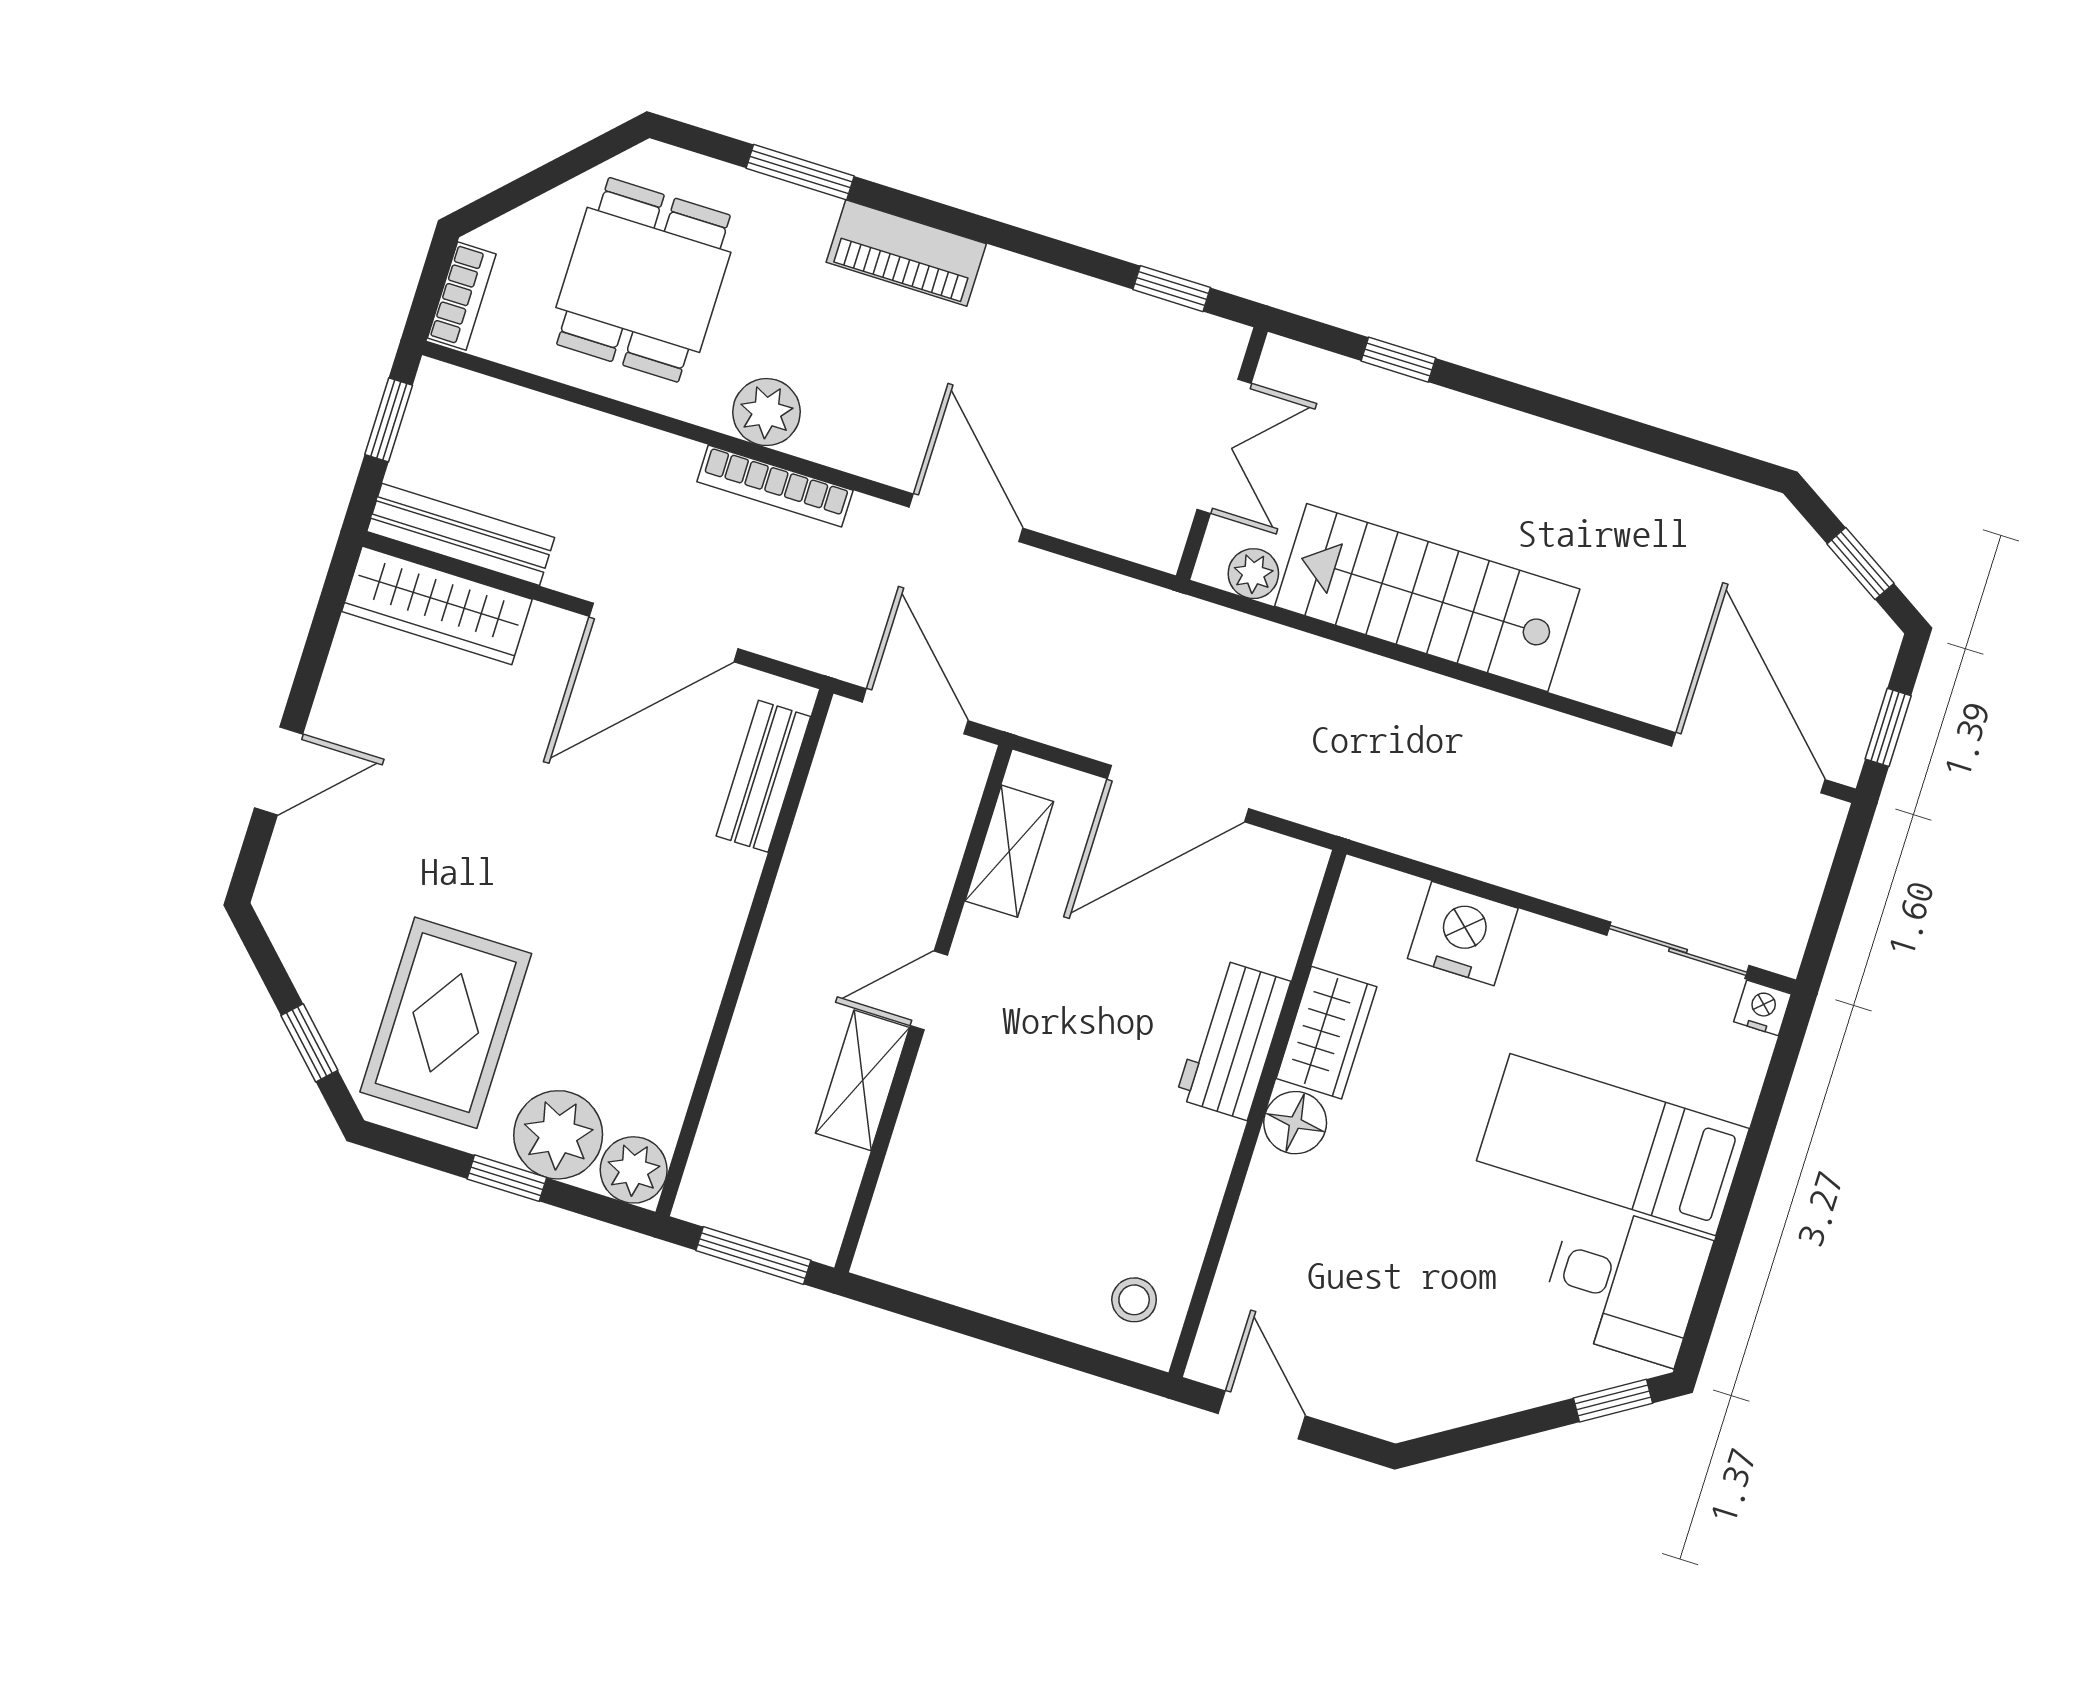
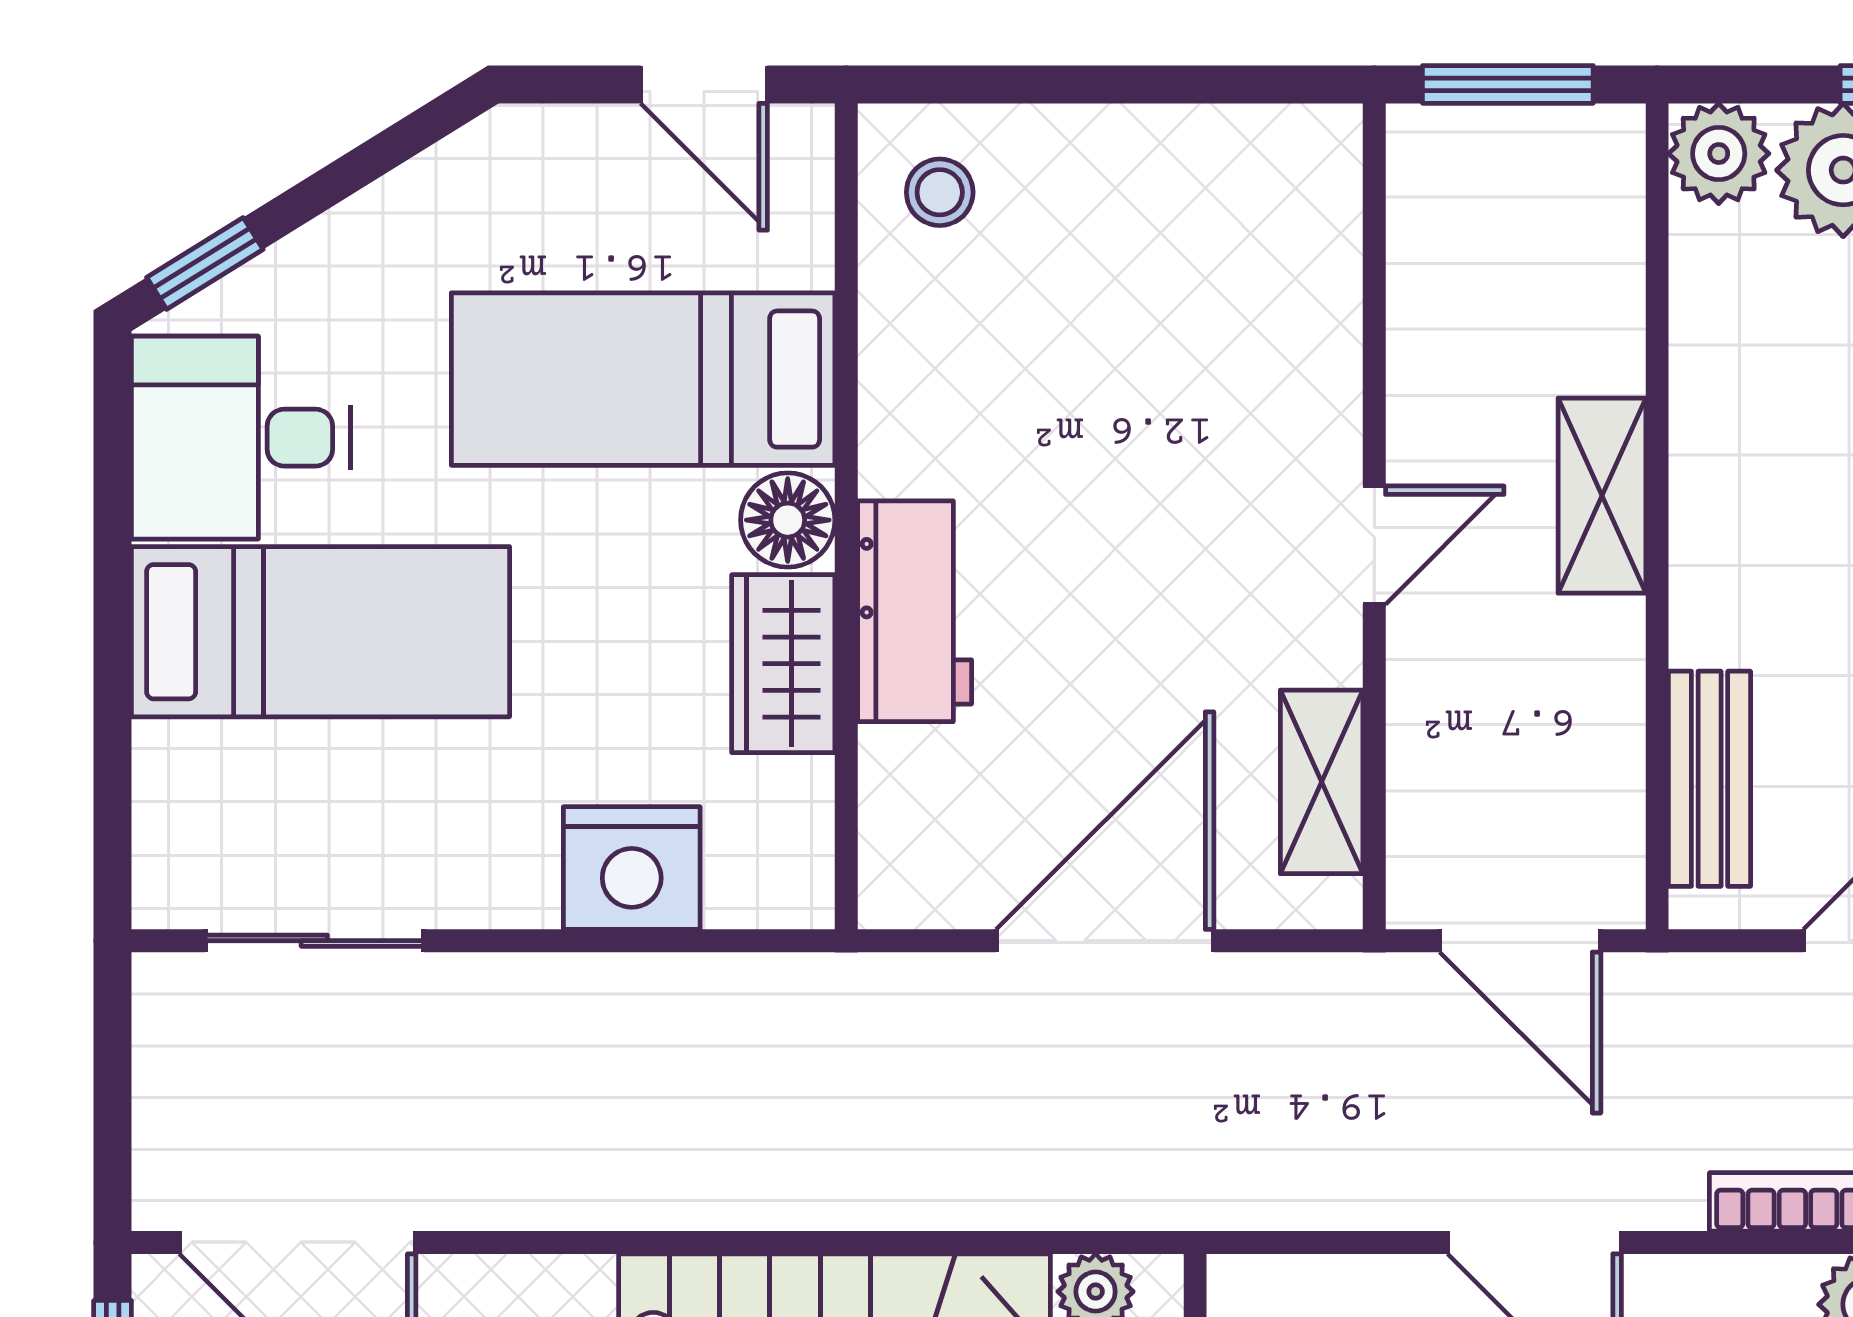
nightstand: (1763, 1008) -> (167, 896), removed
shelving: (863, 1080) -> (1602, 496), moved
bed: (1359, 1240) -> (643, 379), added

